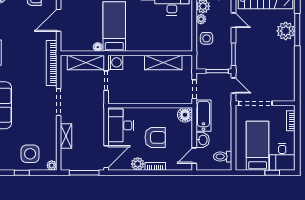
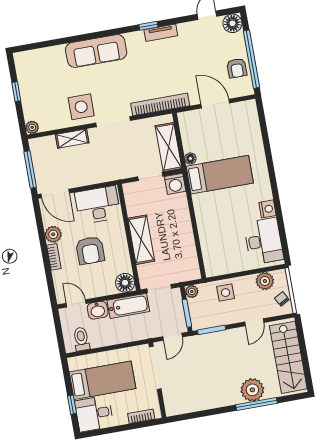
plant: (201, 19) -> (192, 291), moved
shelving: (163, 62) -> (141, 240), moved
side table: (30, 154) -> (81, 107), moved

